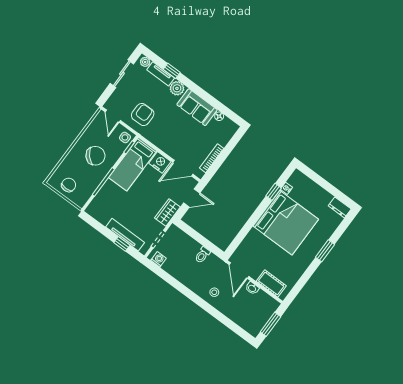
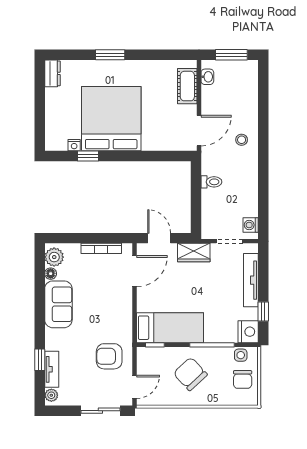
sliding door: (122, 74) -> (100, 411), moved
plant: (177, 88) -> (54, 257), moved
side table: (125, 137) -> (241, 355), moved
nightstand: (160, 162) -> (248, 332), moved, turned 180
door: (183, 168) -> (134, 271), hinge flipped
chair: (69, 185) -> (243, 379), turned -90
window: (122, 244) -> (263, 311), moved
washbasin: (252, 288) -> (207, 77), moved

